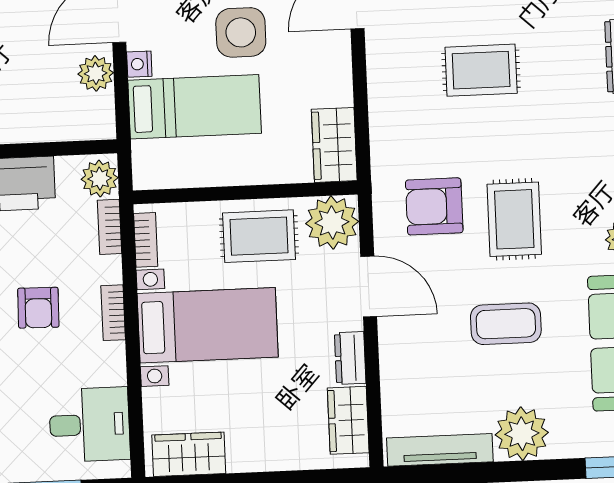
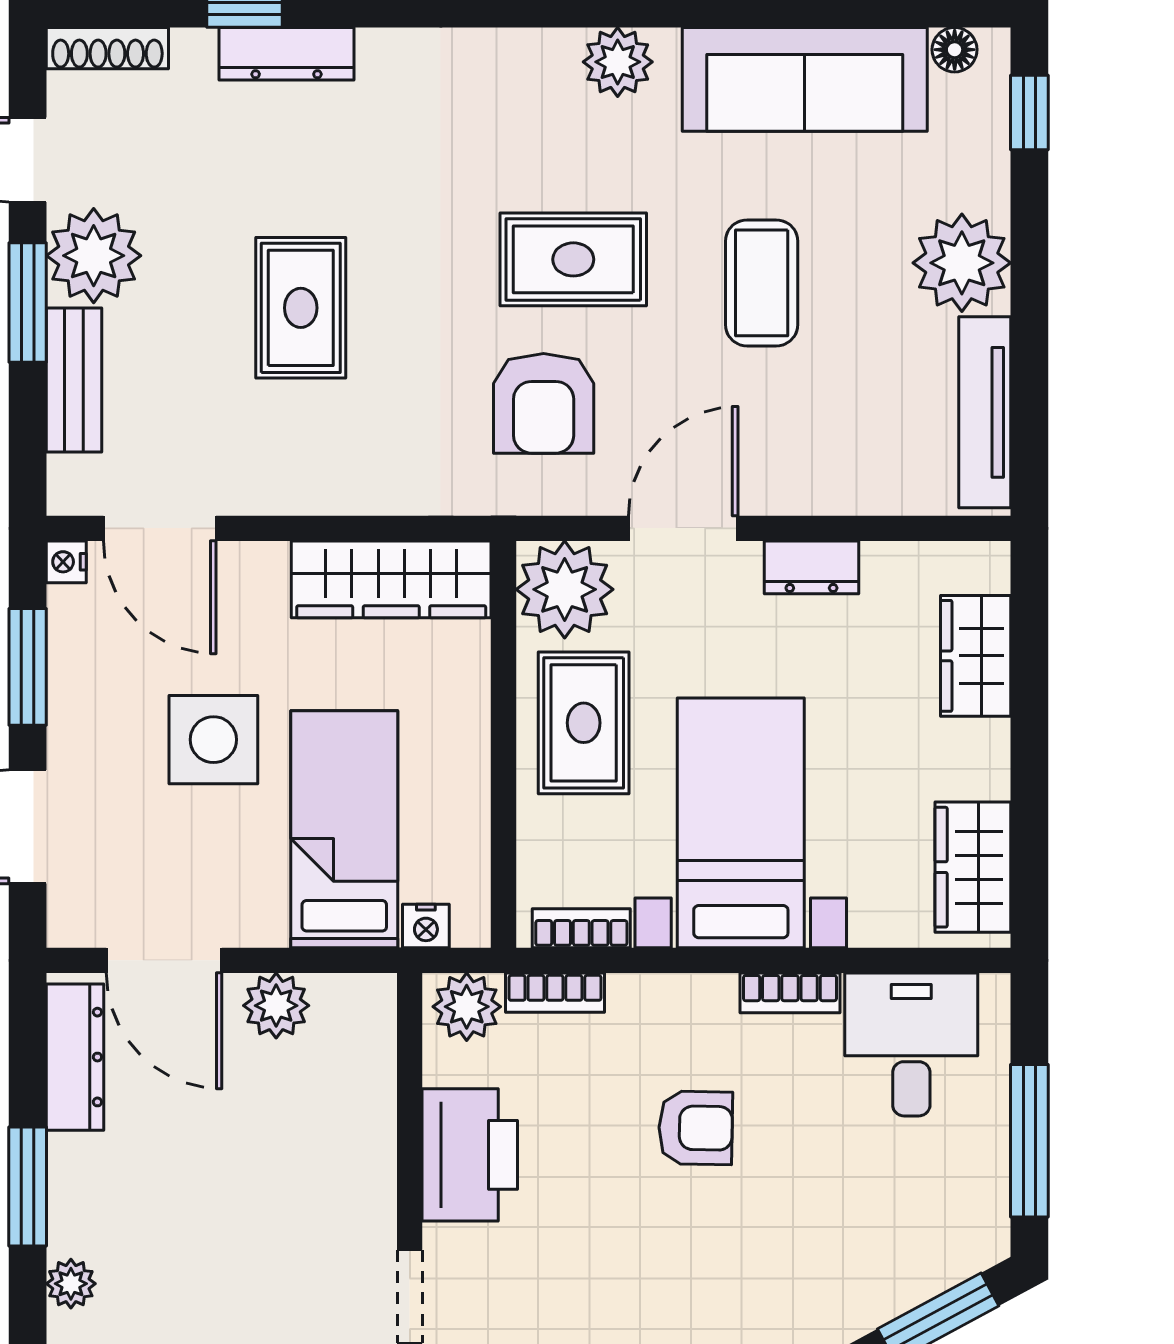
nightstand: (139, 64) -> (426, 926), moved
wardrobe: (334, 145) -> (391, 579), width x1.50
bookcase: (113, 313) -> (790, 993), moved
wardrobe: (348, 420) -> (976, 656), moved, turned 90

